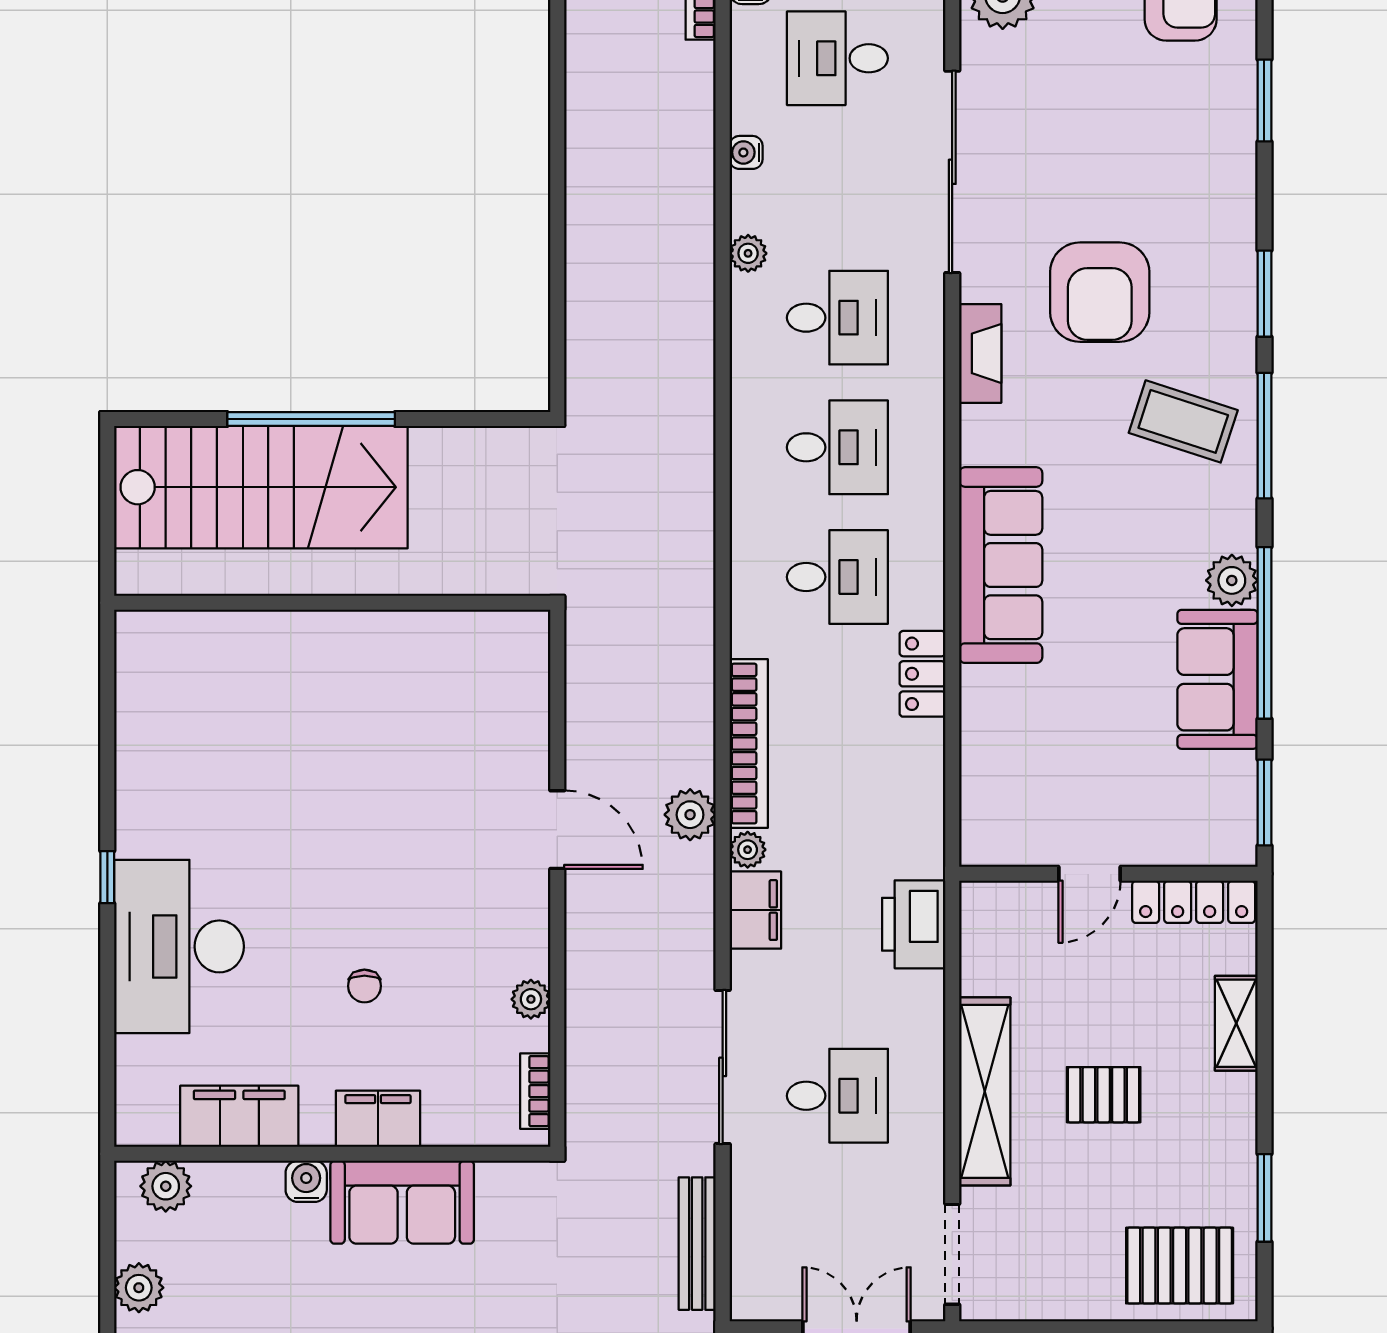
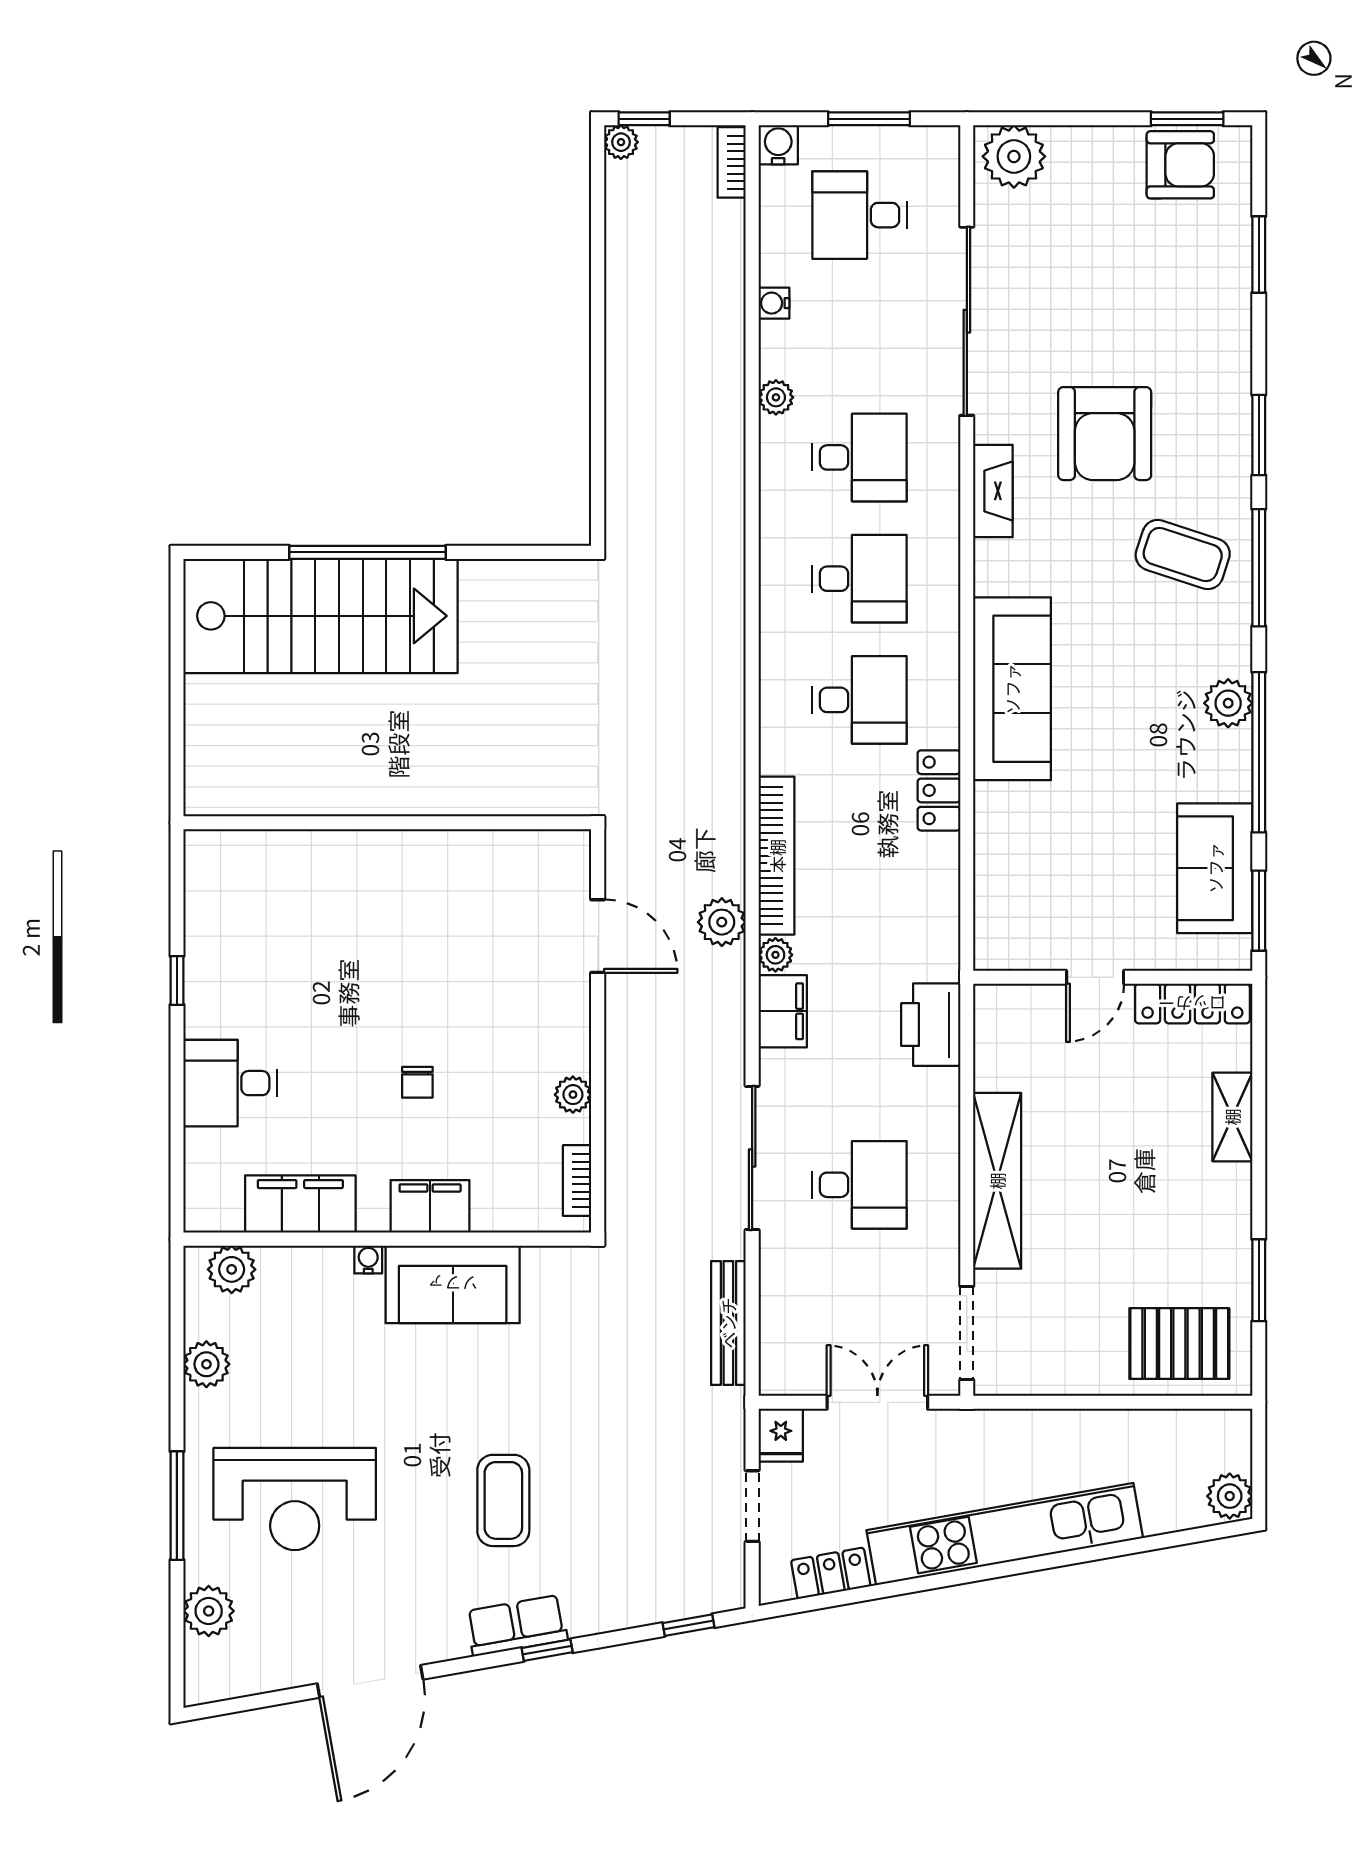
wall: (332, 603) -> (387, 823), moved
sofa: (1217, 679) -> (1215, 868), moved
desk: (179, 946) -> (230, 1083), width x0.53, depth x0.77
pallet: (1104, 1095) -> (1108, 1184), removed
water cooler: (306, 1181) -> (368, 1260), width x0.72, depth x0.72

